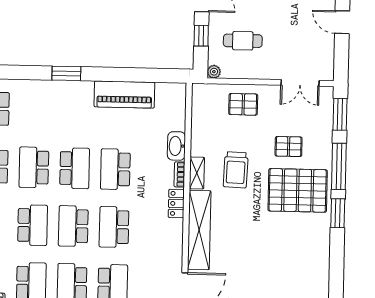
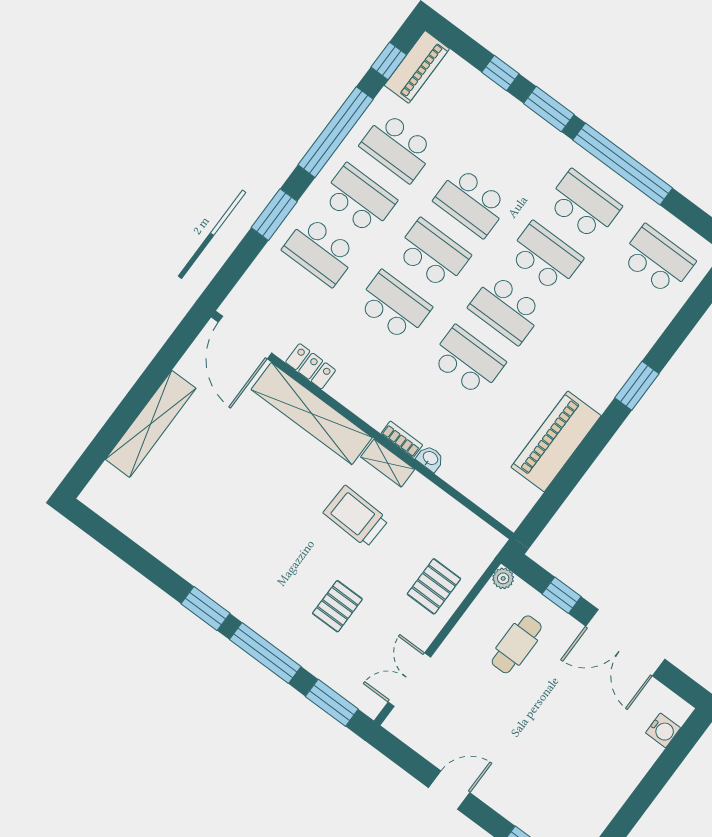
washbasin: (176, 146) -> (430, 458), width x0.52, depth x0.69
pallet: (298, 190) -> (272, 578), removed
locker: (176, 203) -> (311, 366), moved

